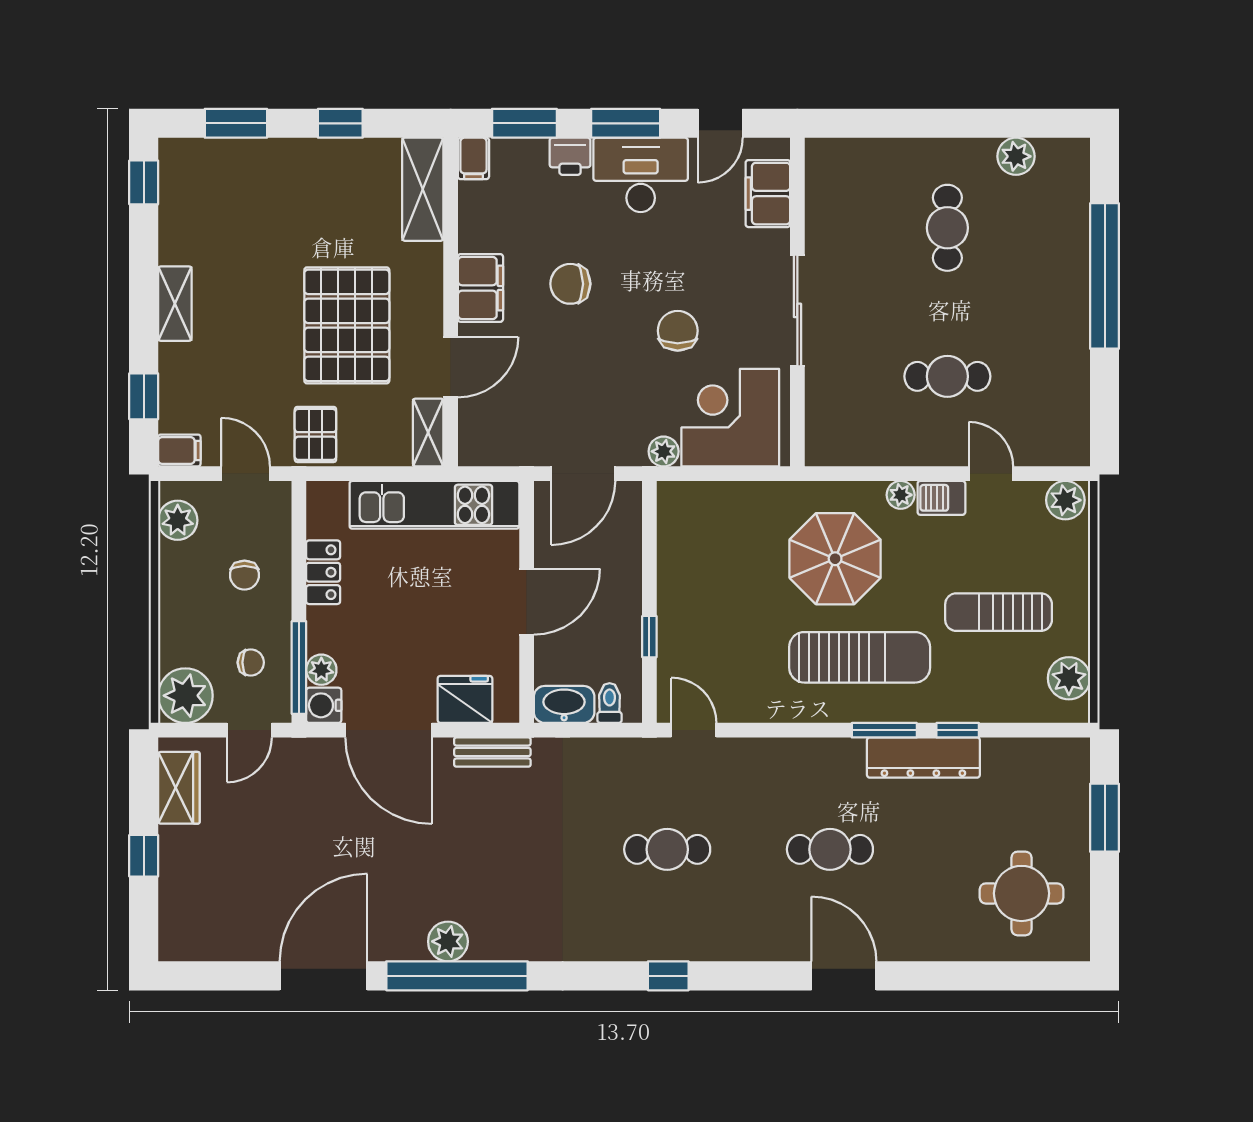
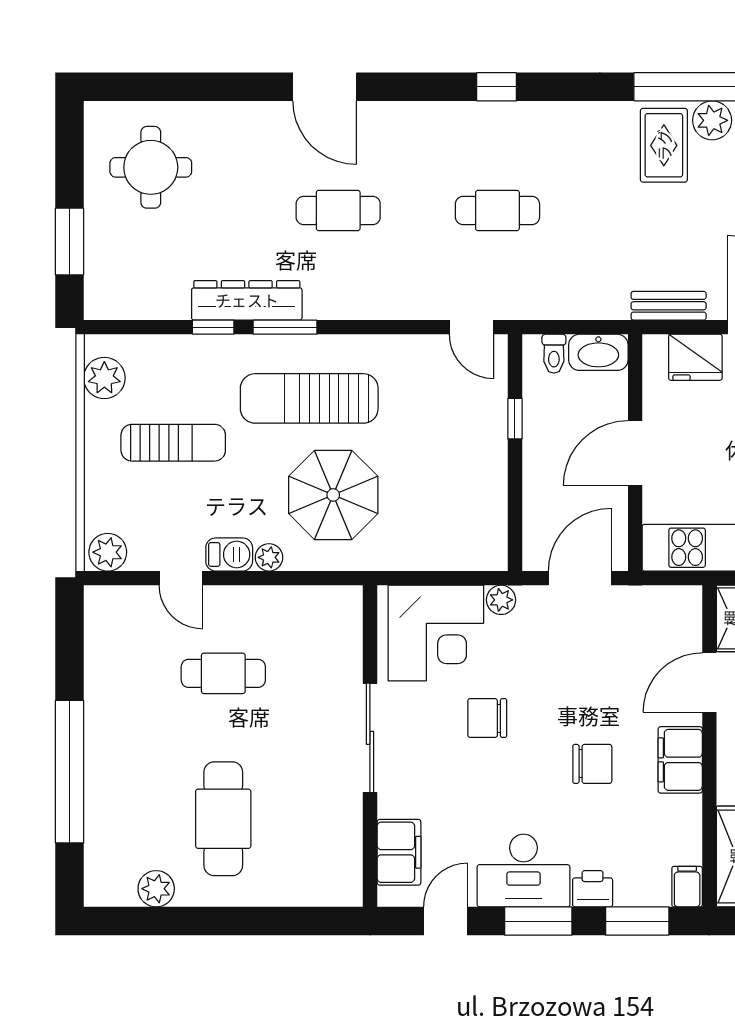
cafe table: (947, 228) -> (223, 819), width x1.37, depth x1.35
chair: (678, 331) -> (487, 718), turned 90
rug: (497, 916) -> (664, 145), added

